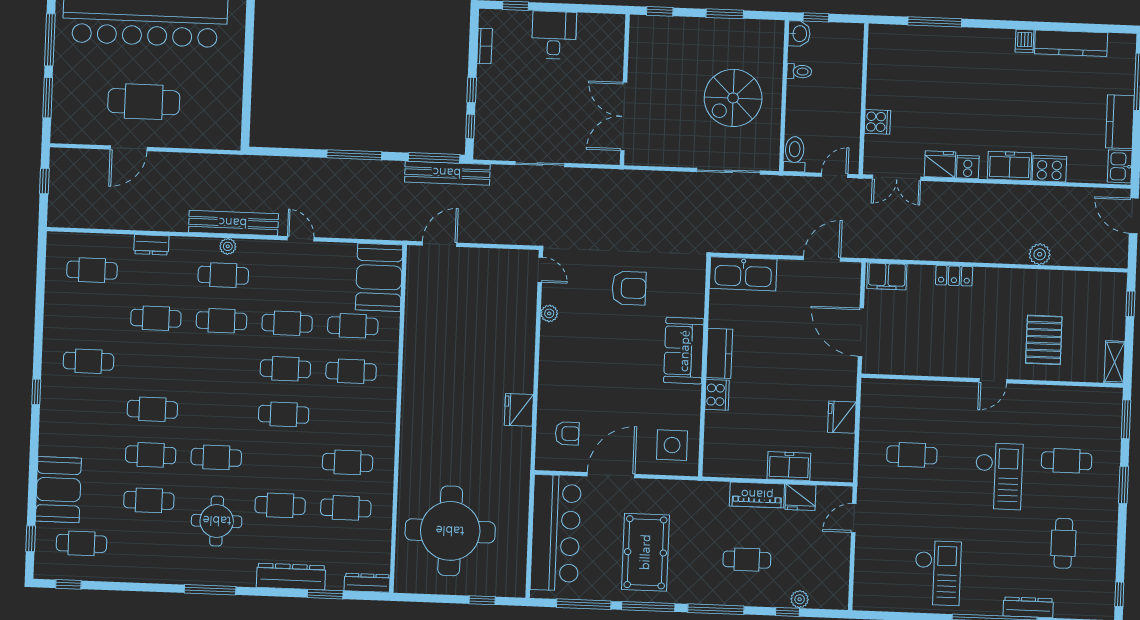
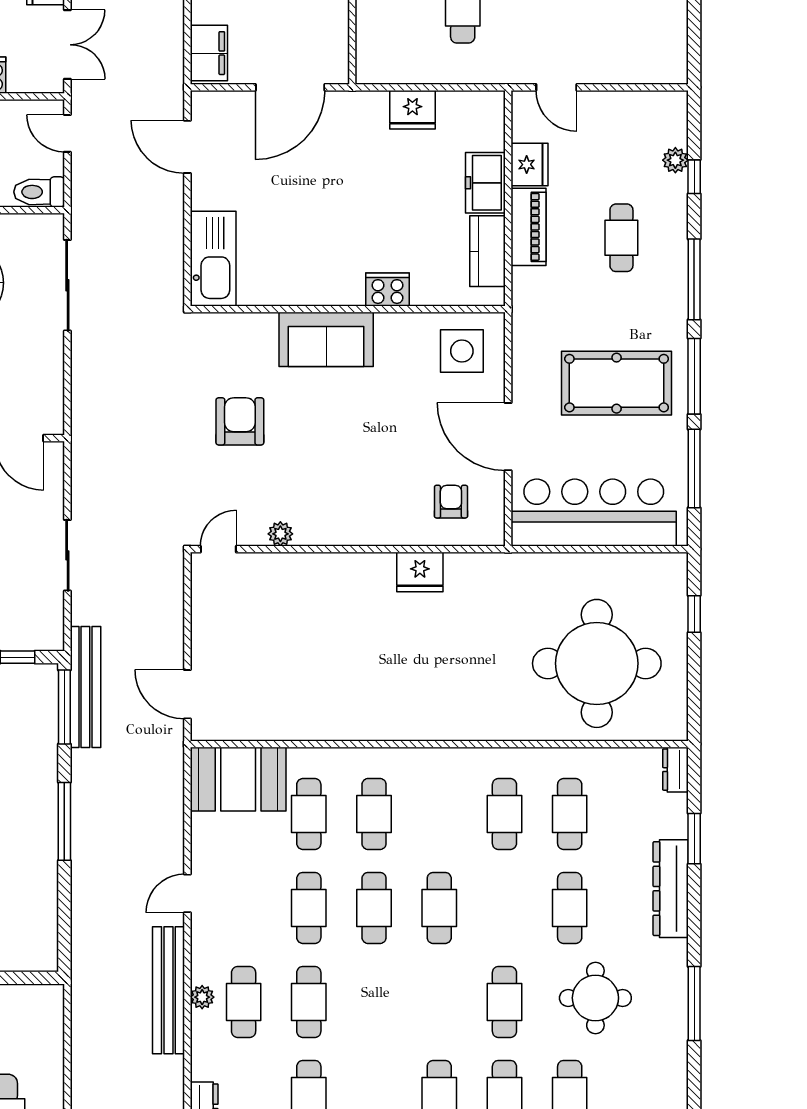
kitchen counter: (719, 353) -> (487, 251), moved, turned -90
dresser: (367, 583) -> (675, 770), width x0.70

